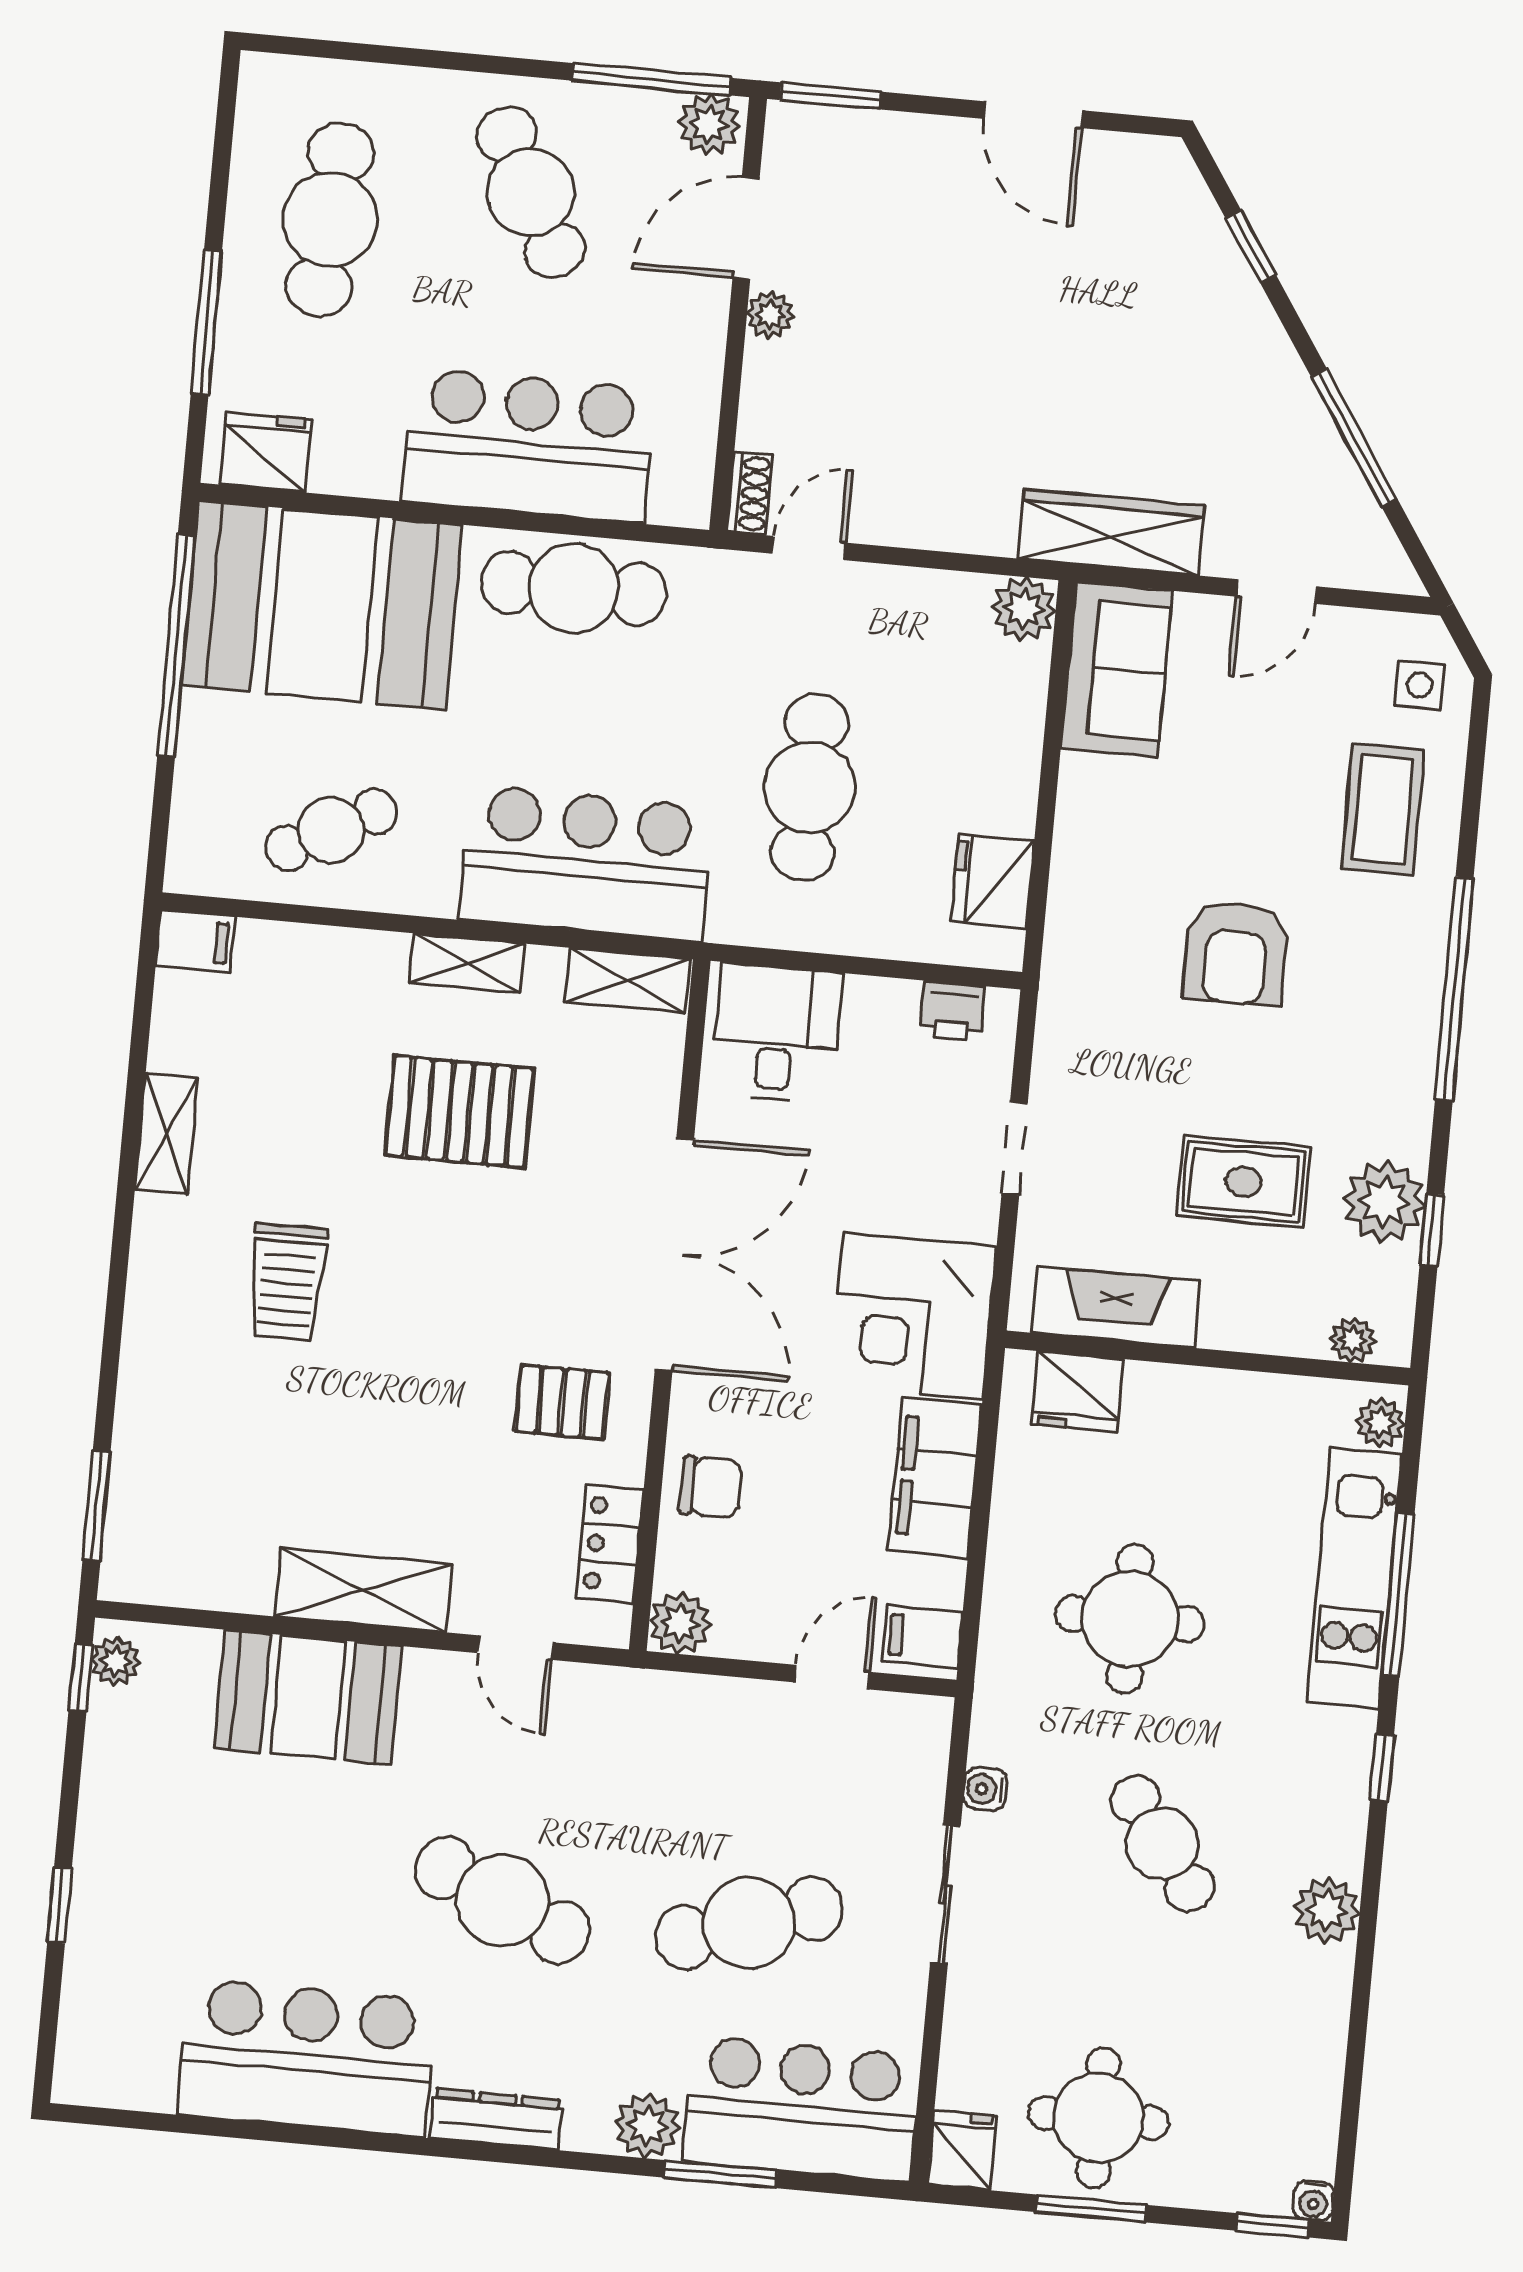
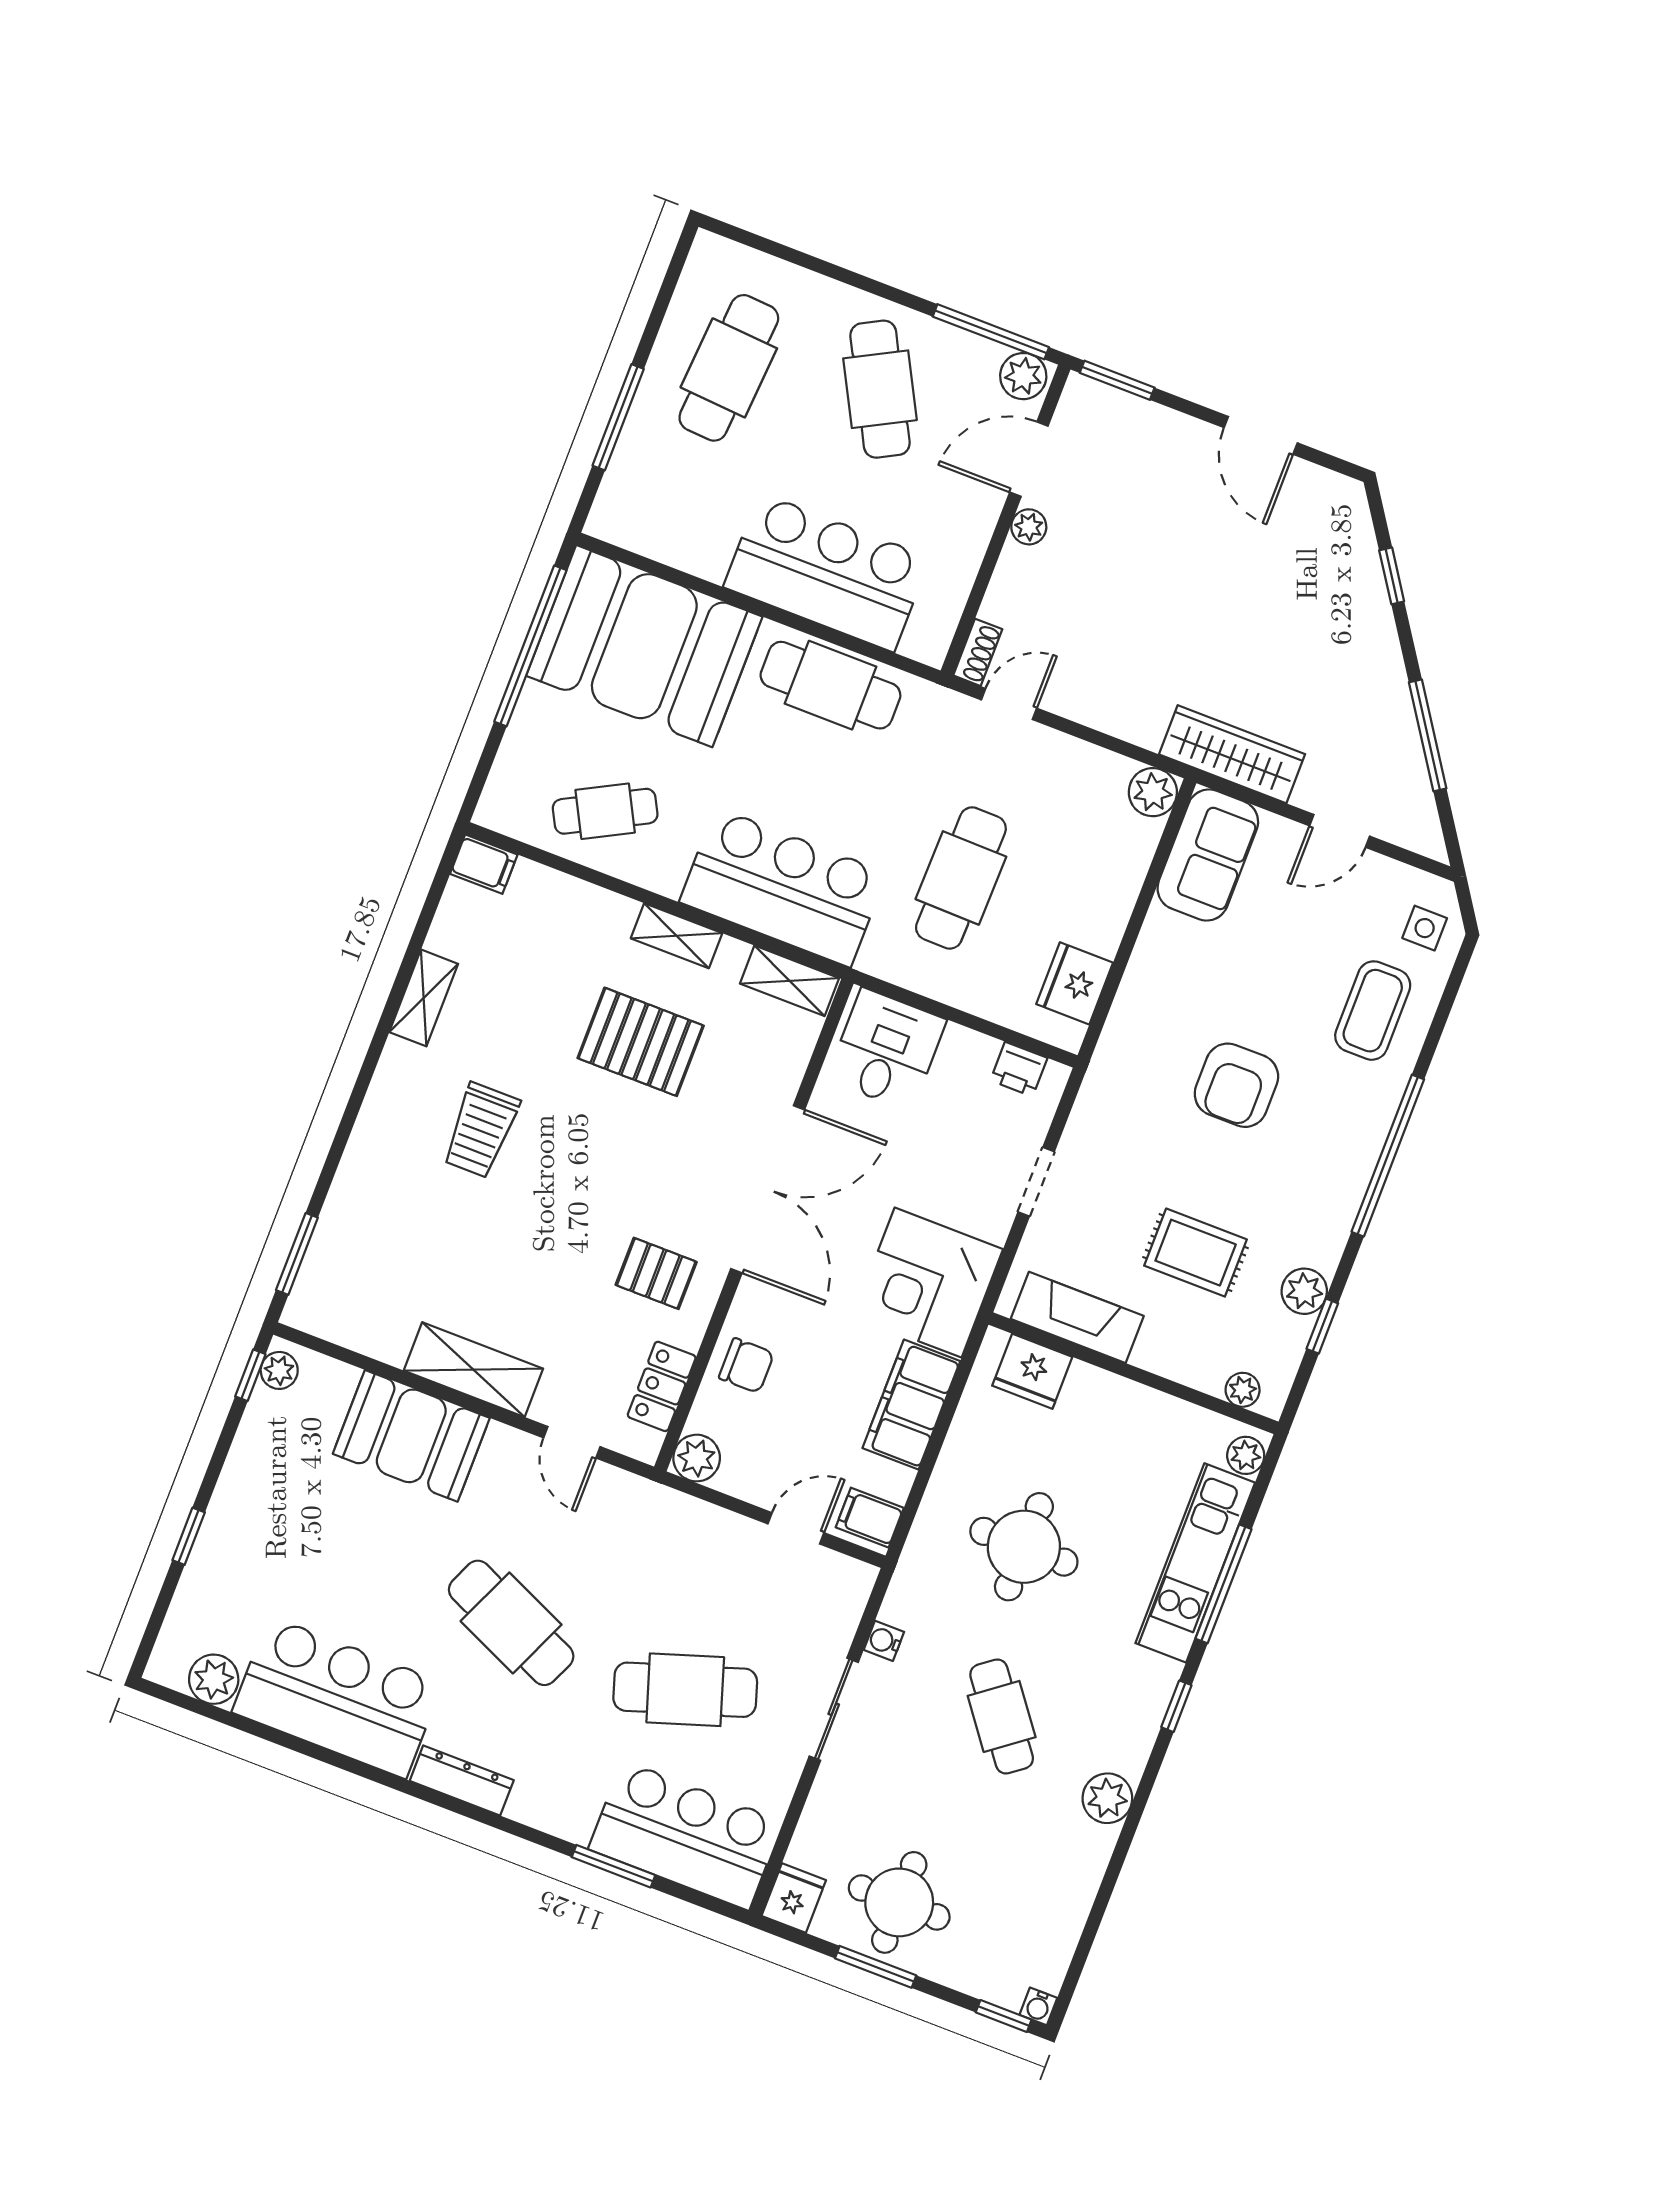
fridge: (266, 452) -> (635, 524), removed
plant: (1384, 1202) -> (1304, 1291), width x0.73, depth x0.73
plant: (647, 2126) -> (214, 1679), moved

